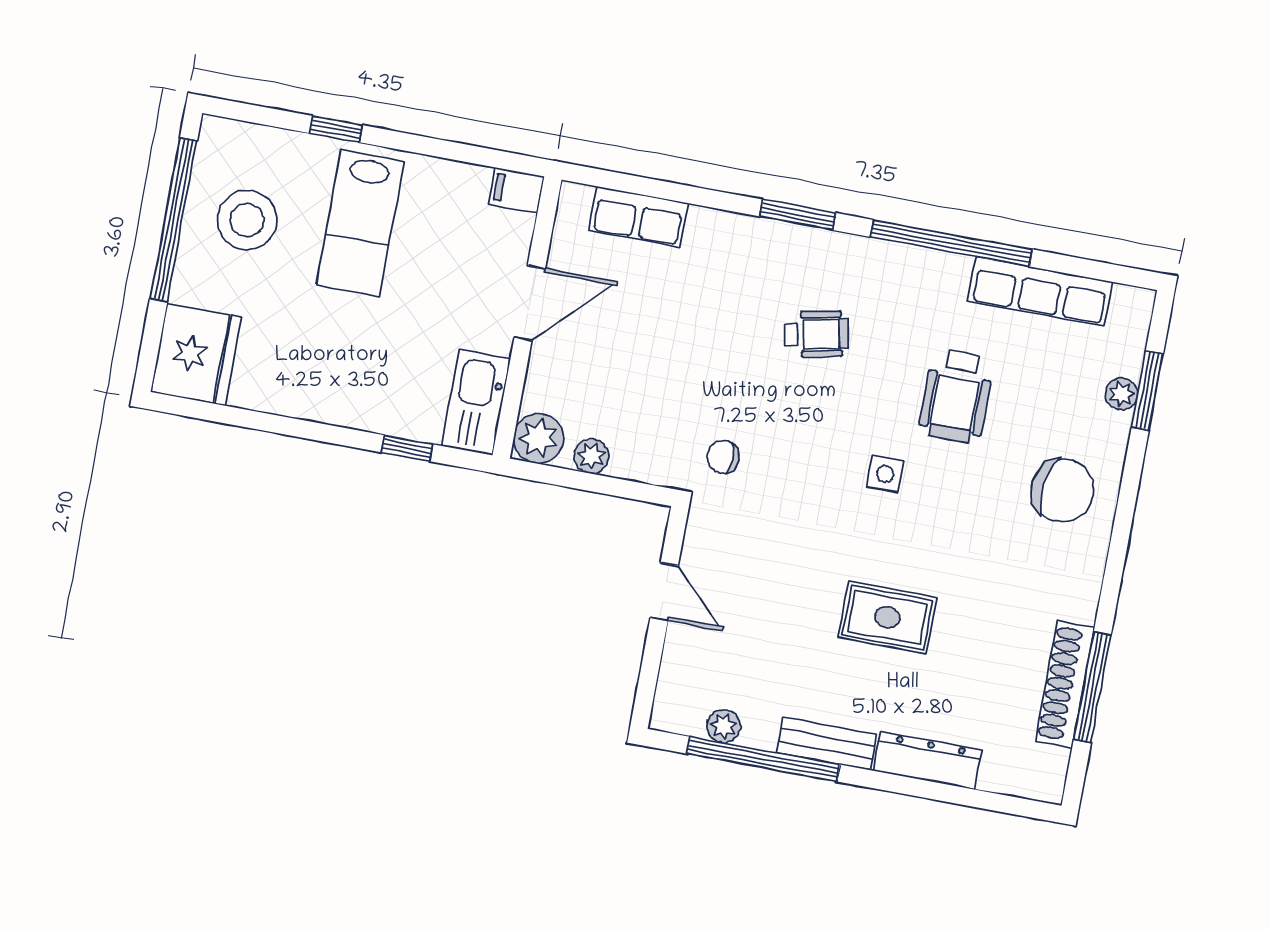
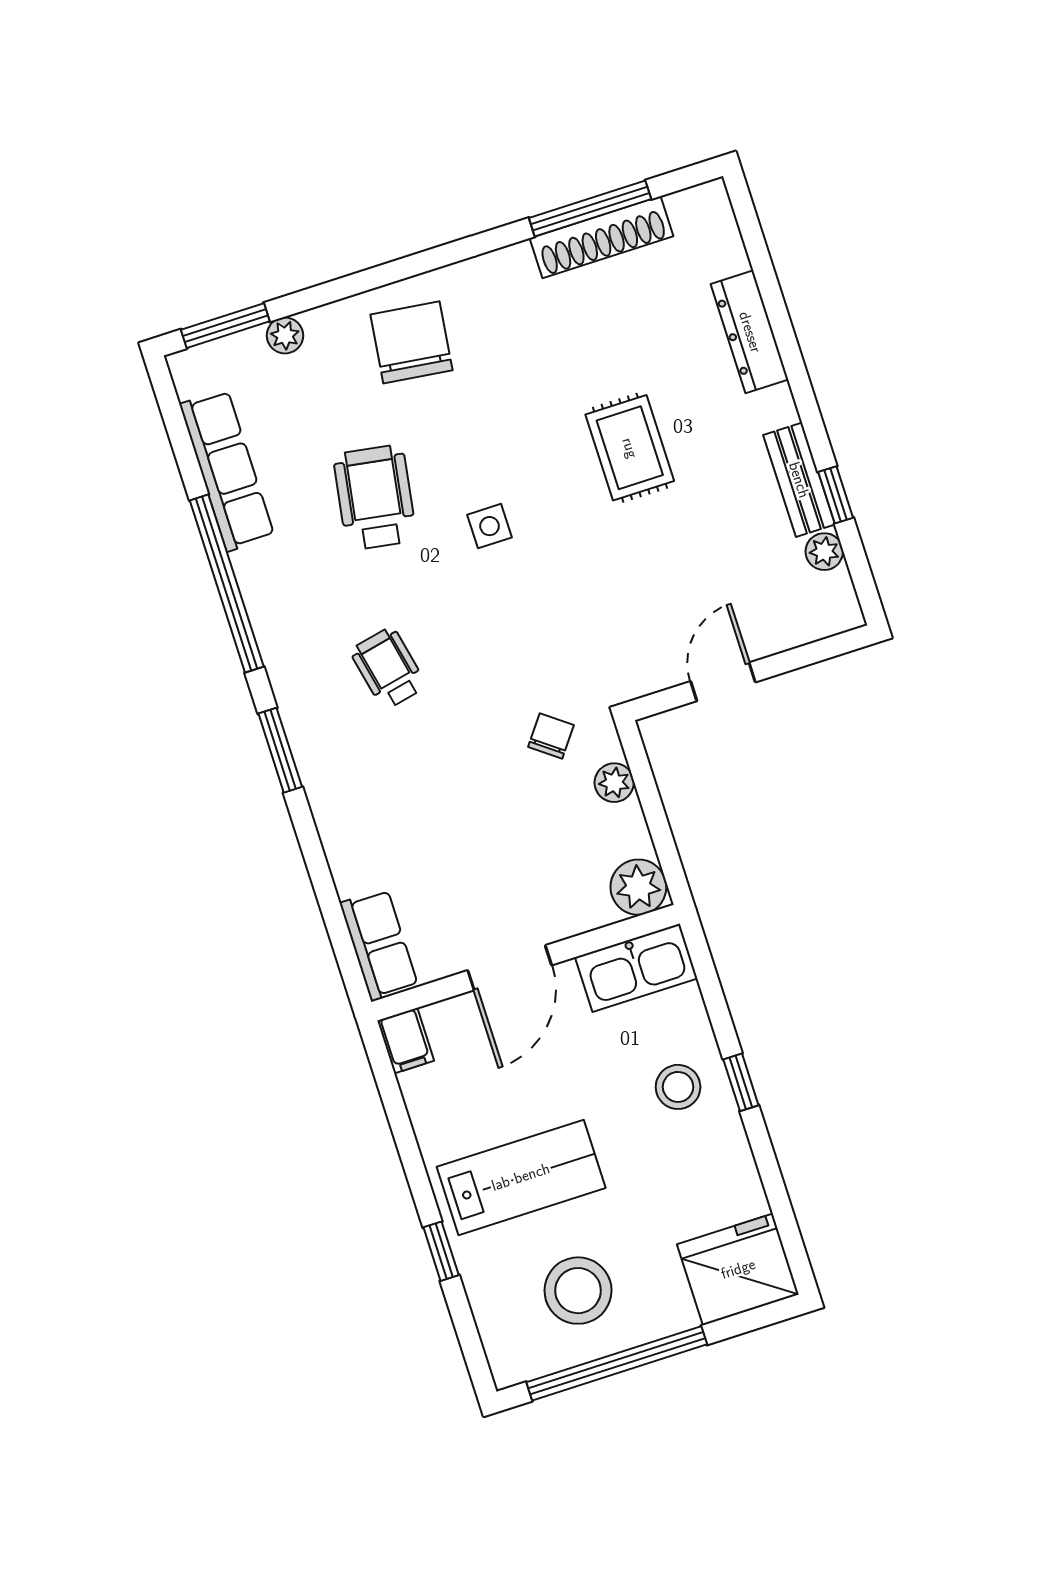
row of seats: (638, 217) -> (379, 945), moved
door: (530, 303) -> (510, 968), swing flipped
stool: (365, 385) -> (678, 1087), added
window: (1147, 391) -> (225, 326), moved
wheelchair: (956, 396) -> (375, 497), turned -81
window: (407, 448) -> (741, 1082), moved
plant: (591, 456) -> (614, 783), moved
chair: (723, 457) -> (551, 736), moved, turned -143
bench: (827, 744) -> (799, 480), moved
window: (763, 759) -> (836, 495), width x0.32

